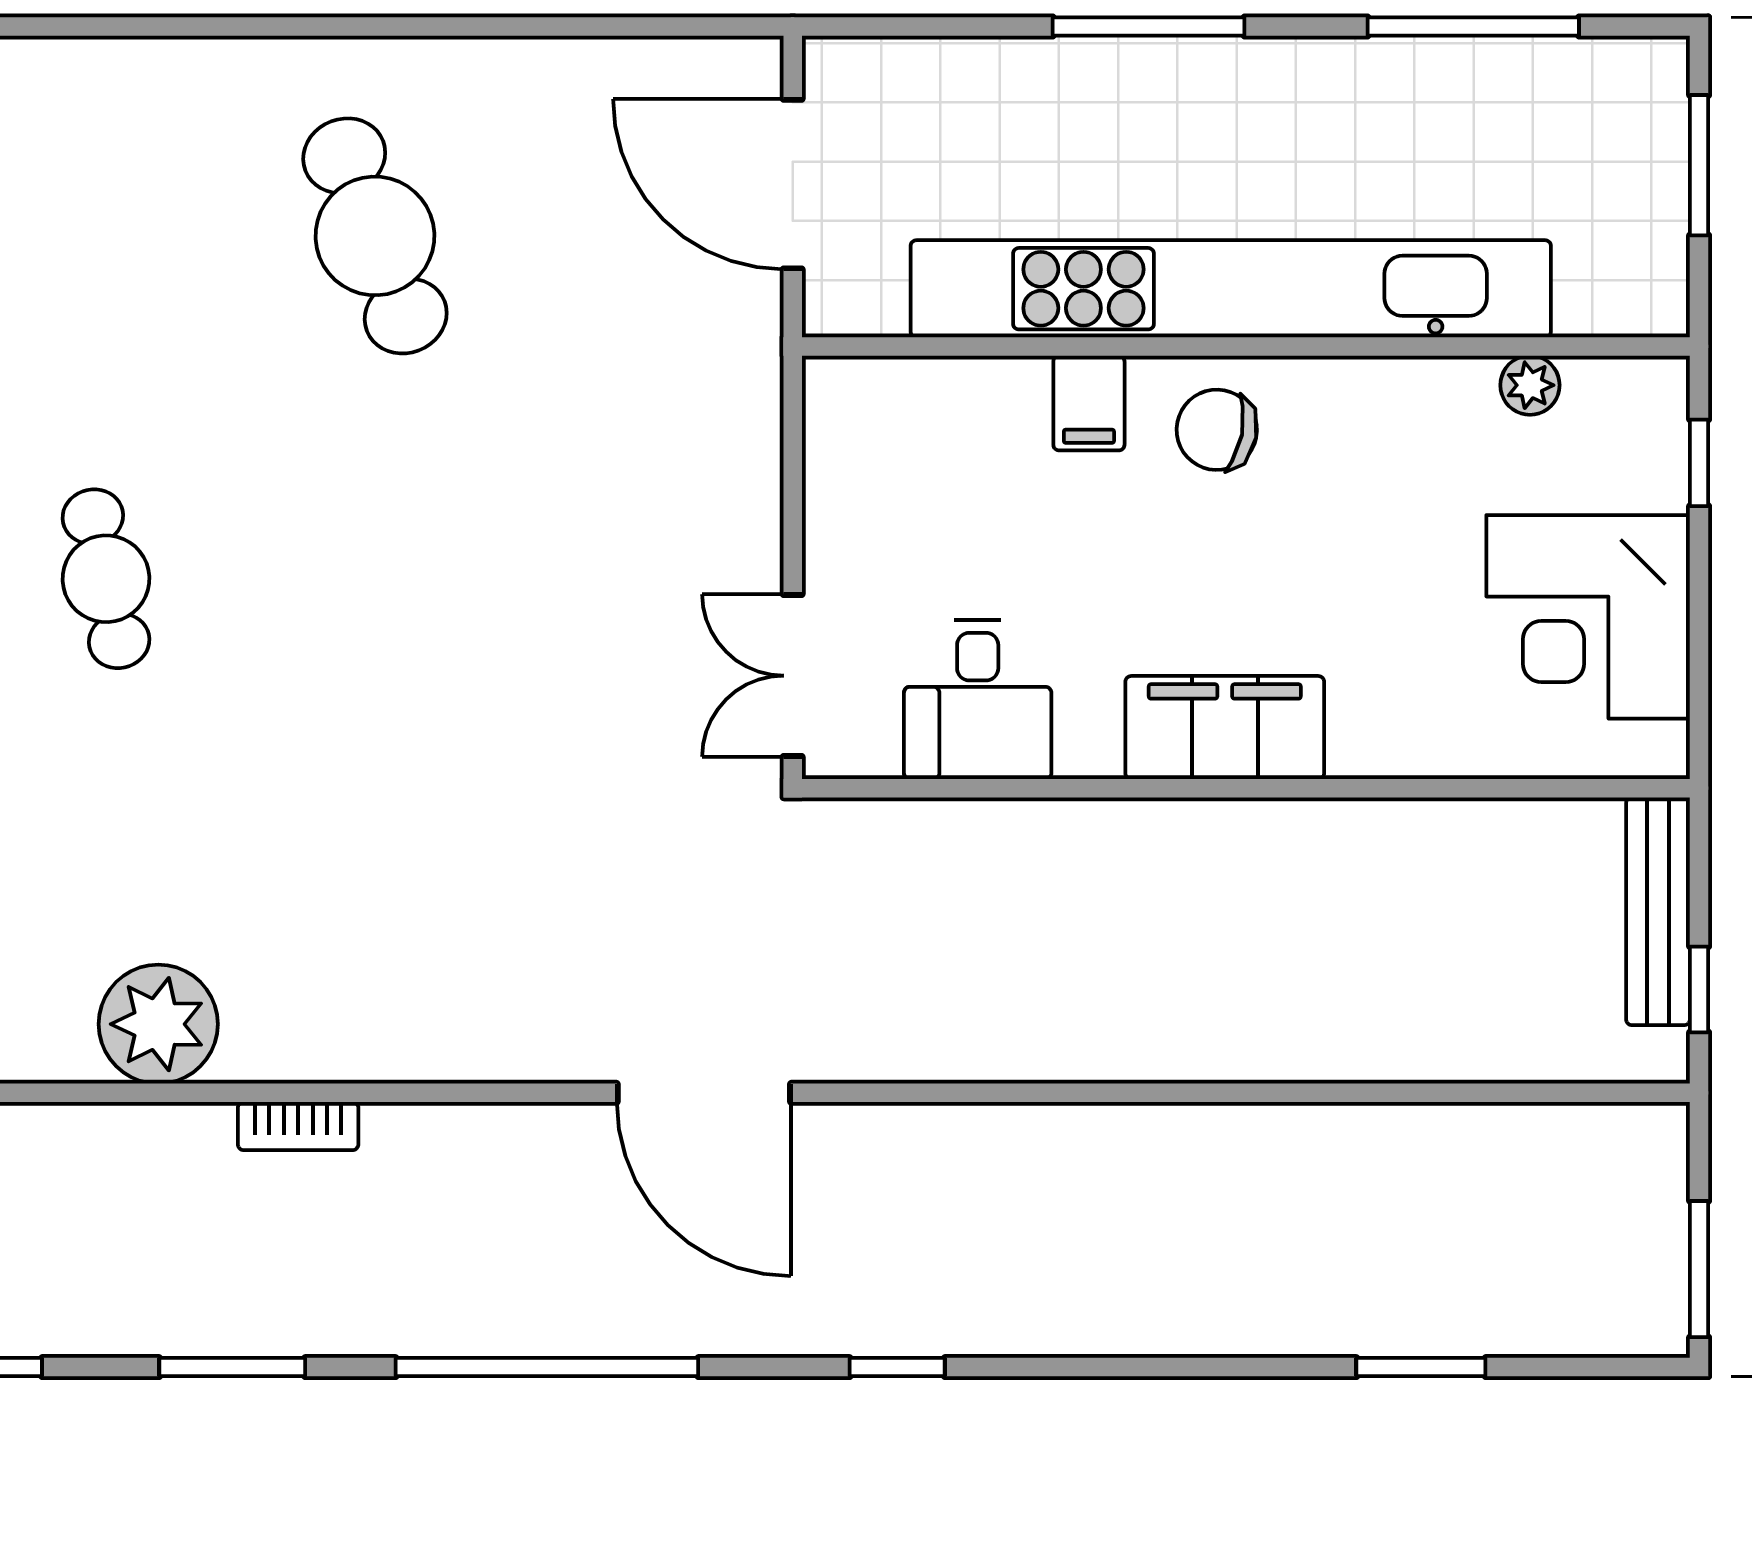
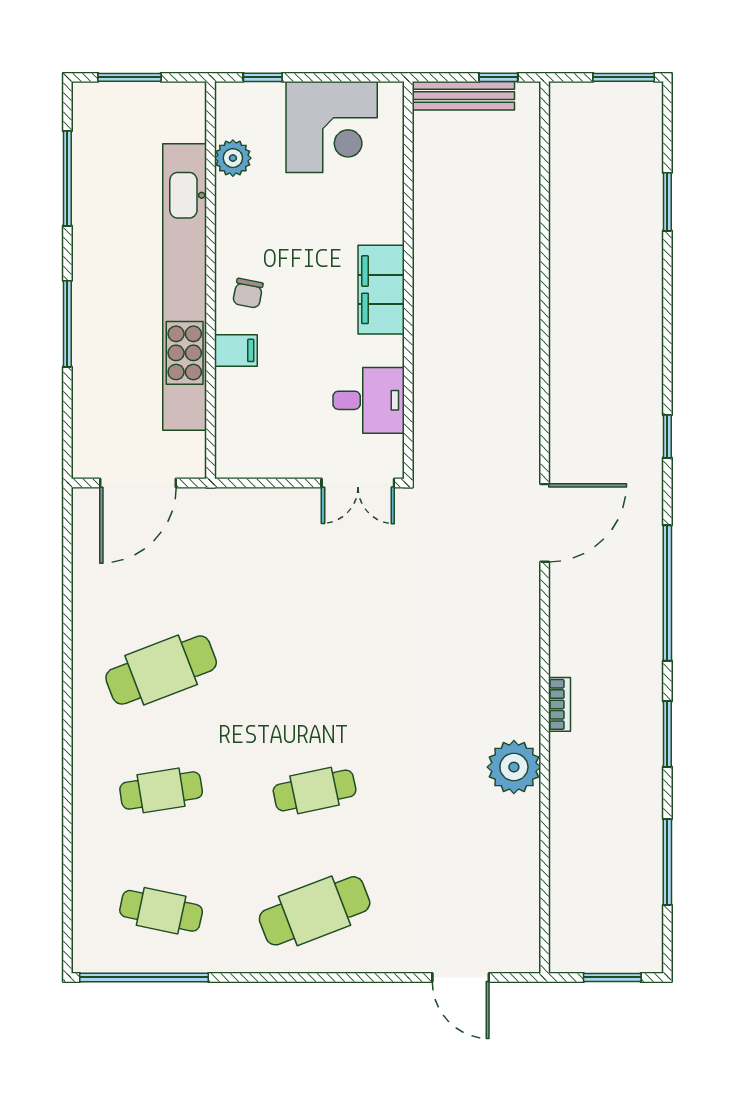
cafe table: (106, 236) -> (161, 790), added
plant: (1530, 385) -> (233, 158), width x1.38, depth x1.38
chair: (1217, 430) -> (248, 293), width x0.73, depth x0.73

